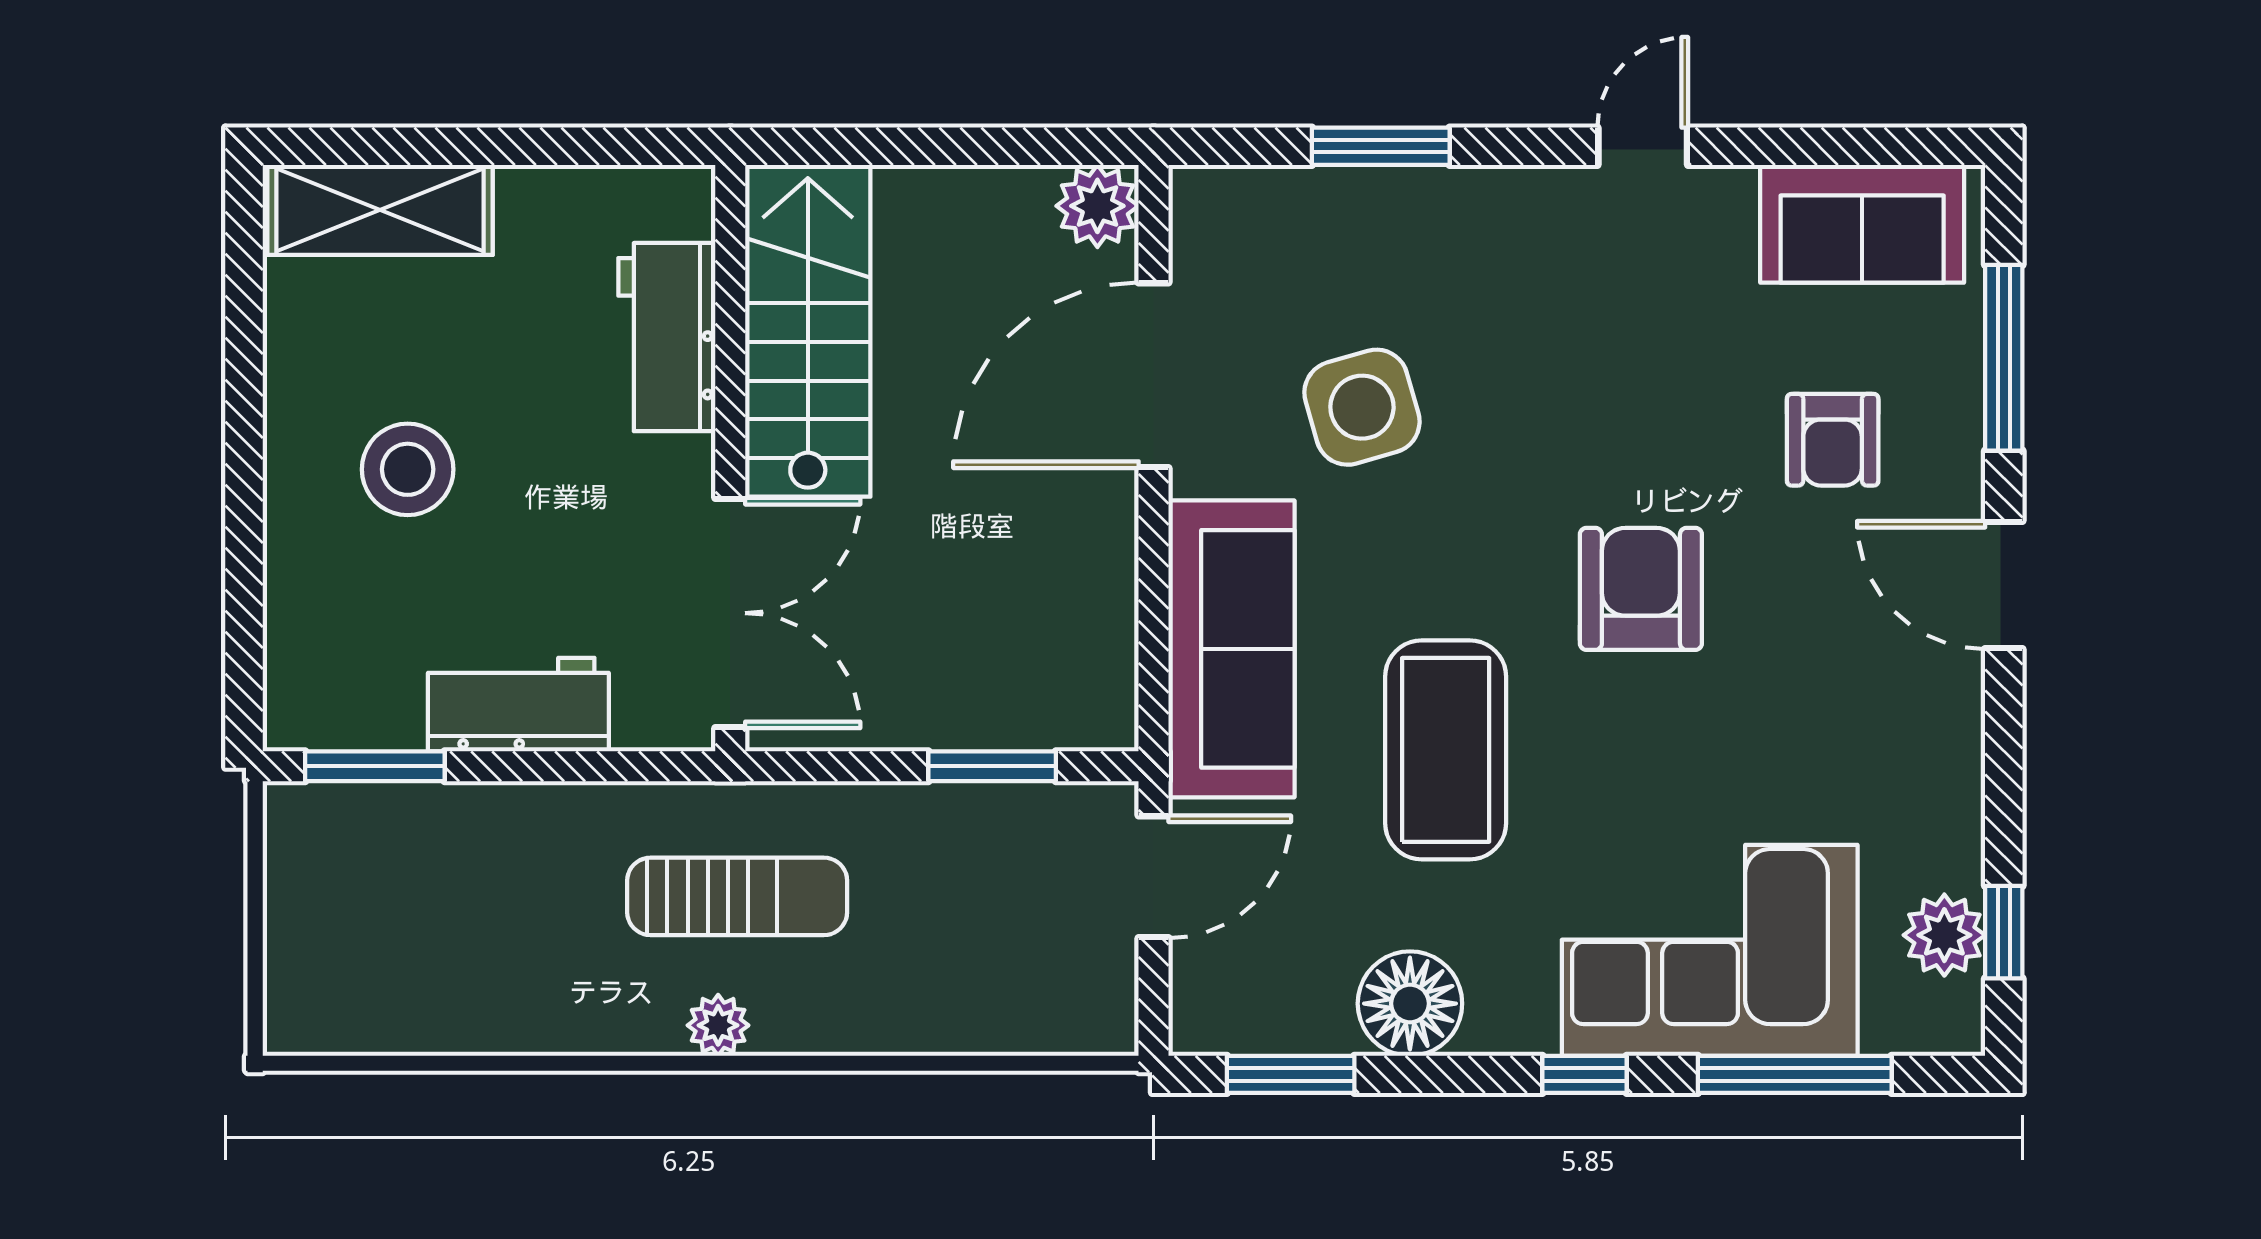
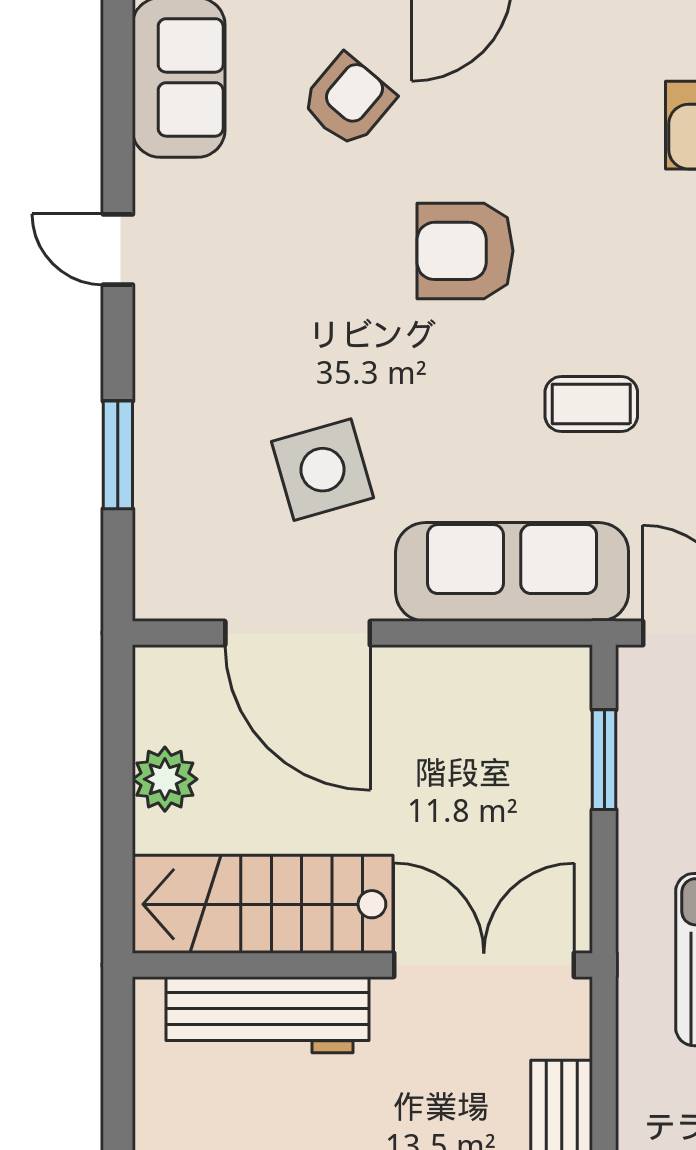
plant: (1097, 206) -> (165, 779), moved
workbench: (667, 337) -> (268, 1015), width x1.38
armchair: (1833, 440) -> (348, 101), turned -50
coffee table: (1446, 750) -> (591, 404), width x0.54, depth x0.58

